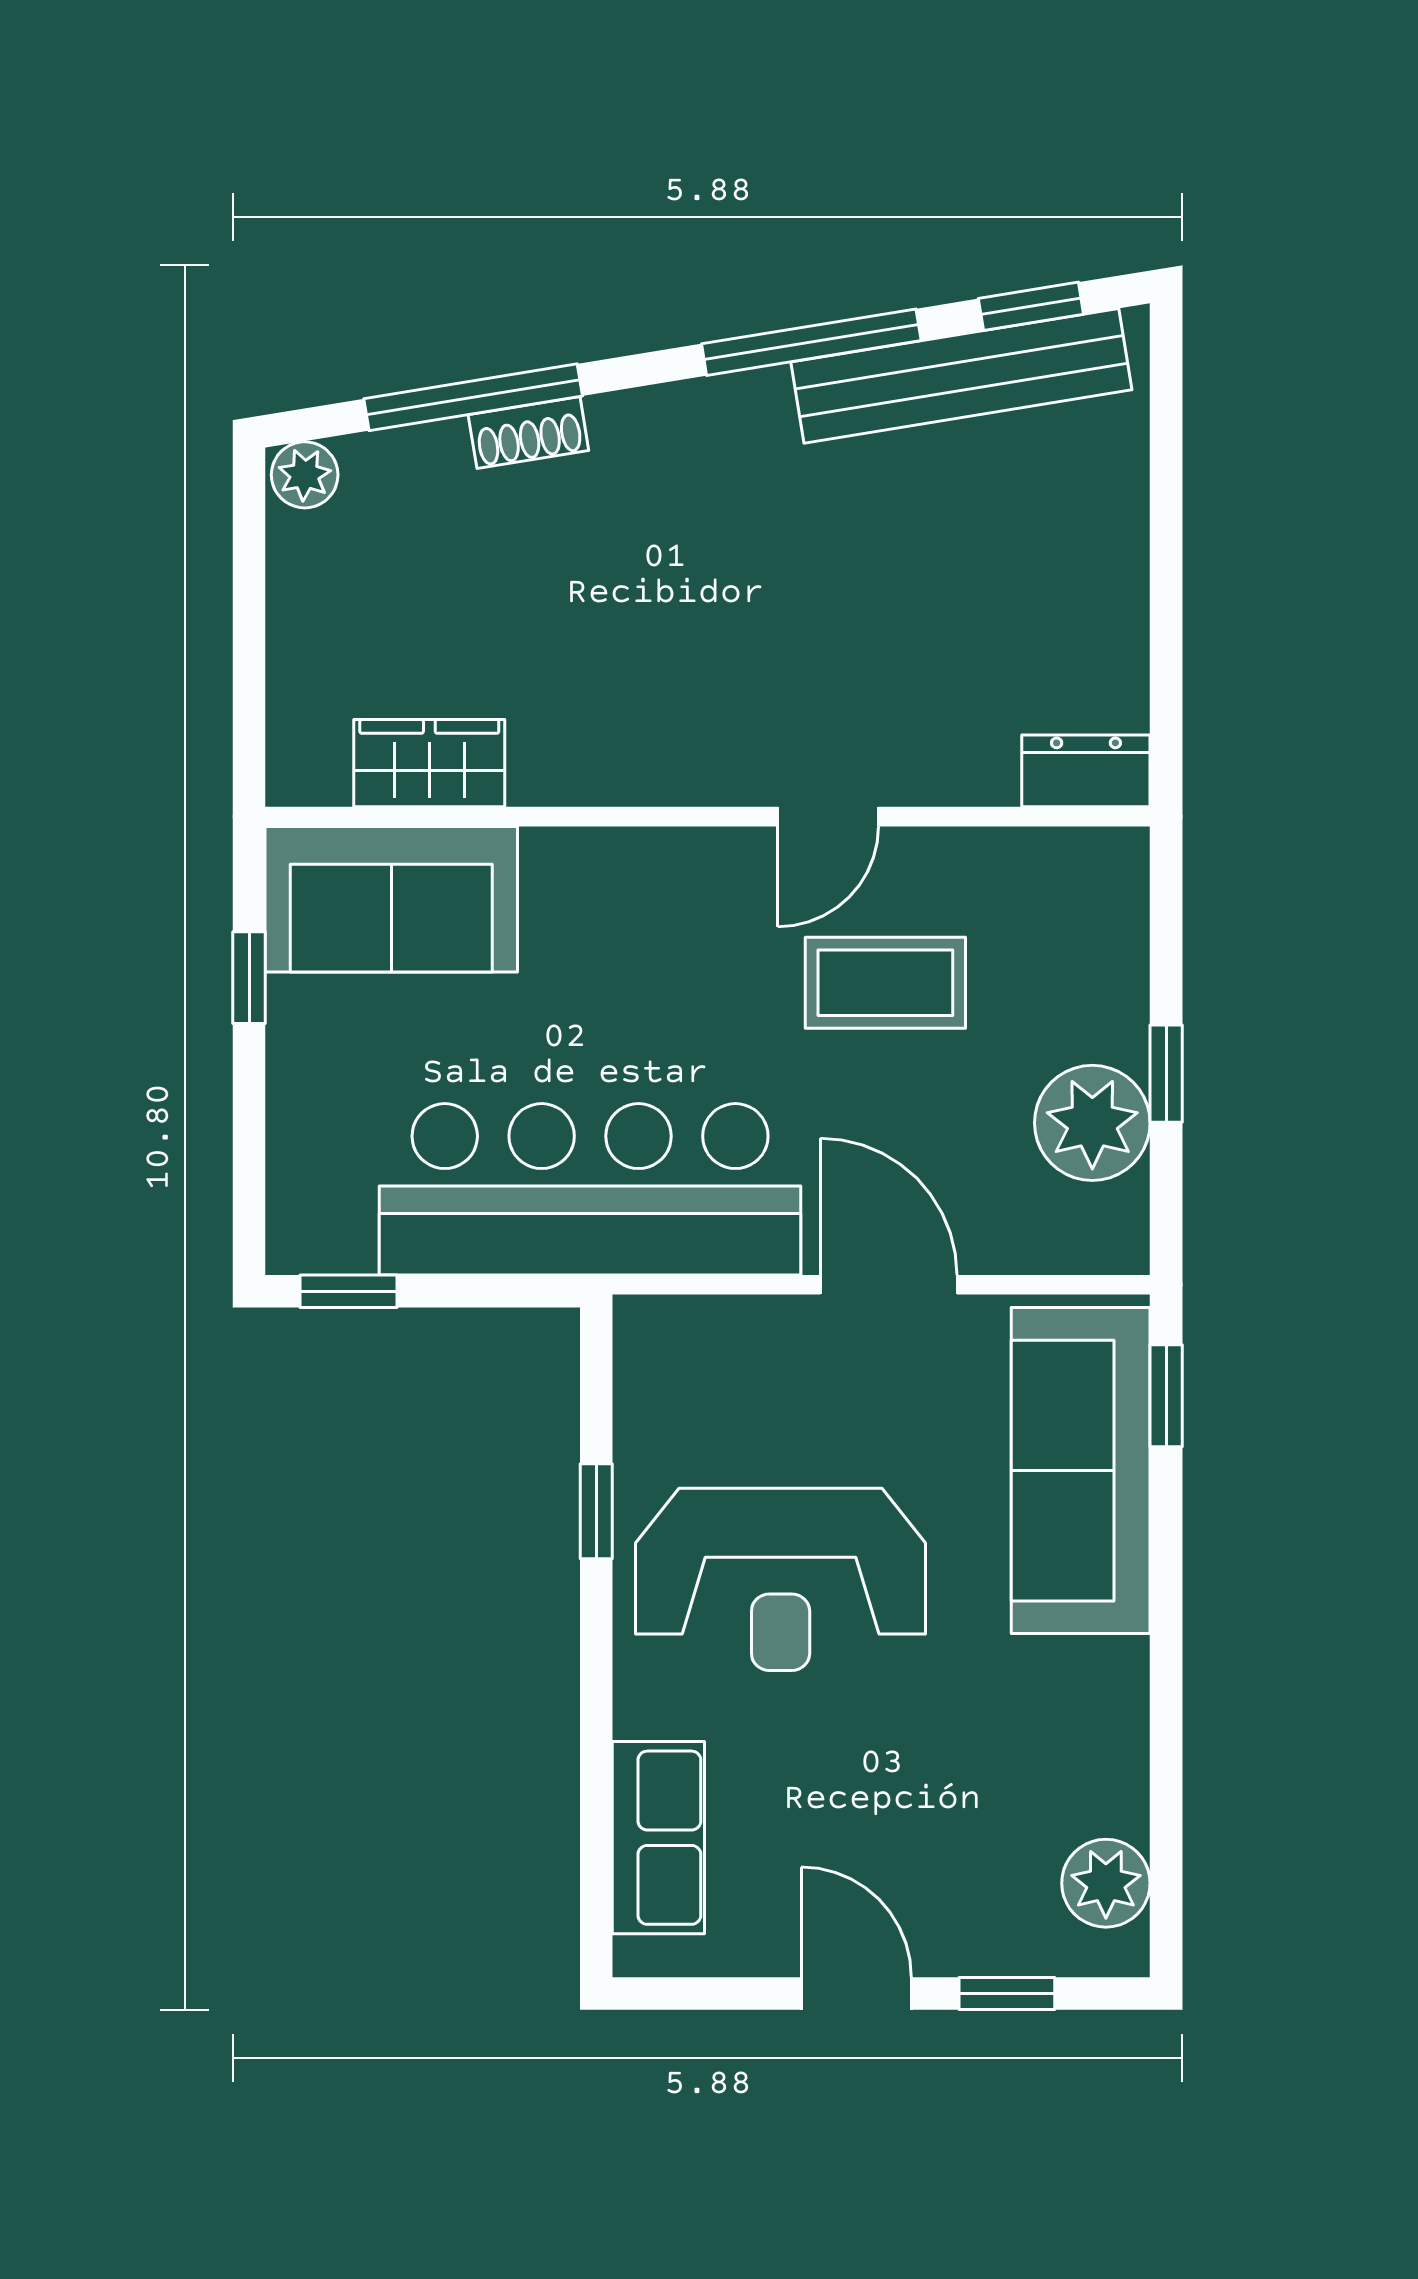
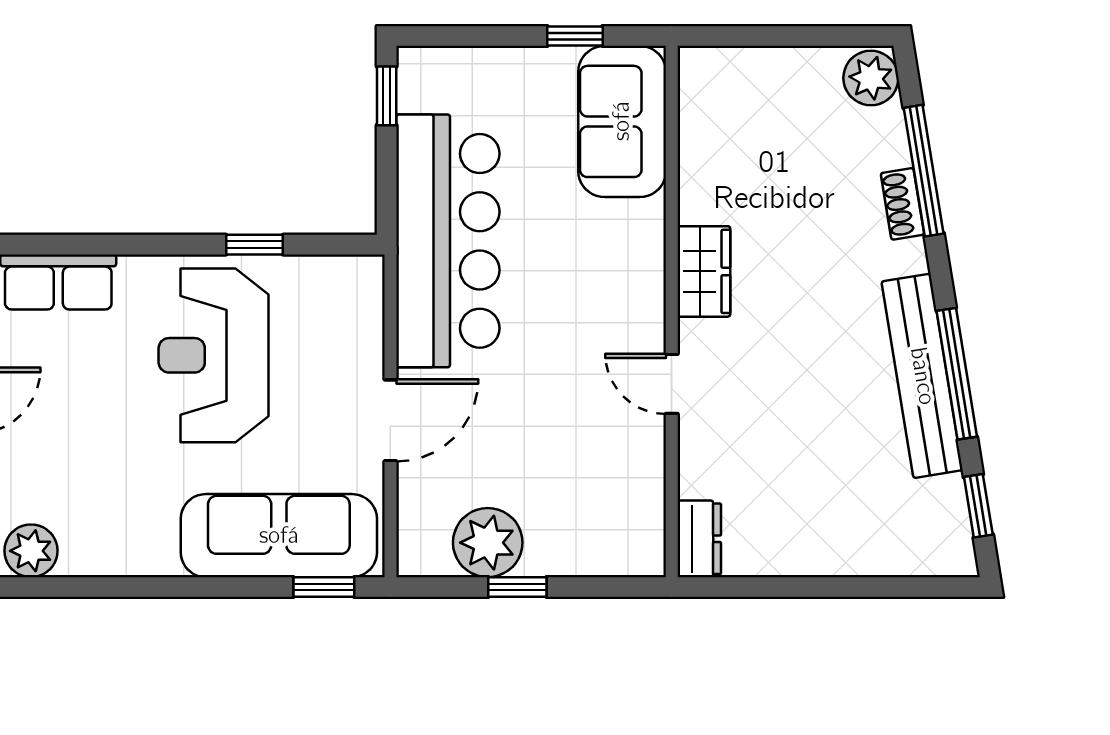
bench: (961, 376) -> (922, 376), moved
plant: (305, 475) -> (871, 78), width x1.38, depth x1.38
wardrobe: (429, 763) -> (704, 271), moved
coffee table: (885, 983) -> (572, 418), removed

